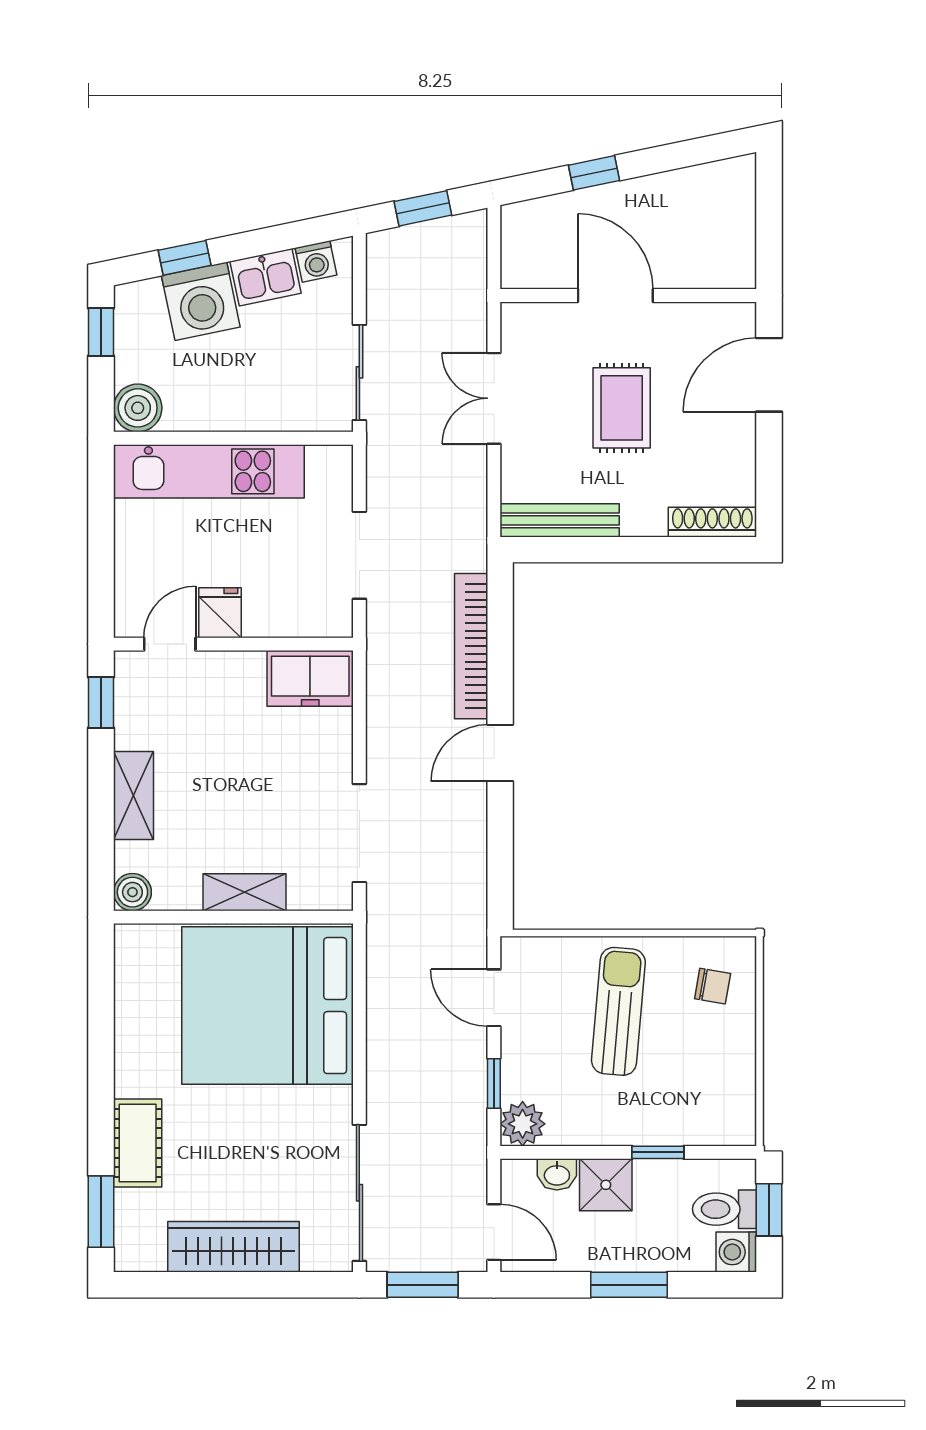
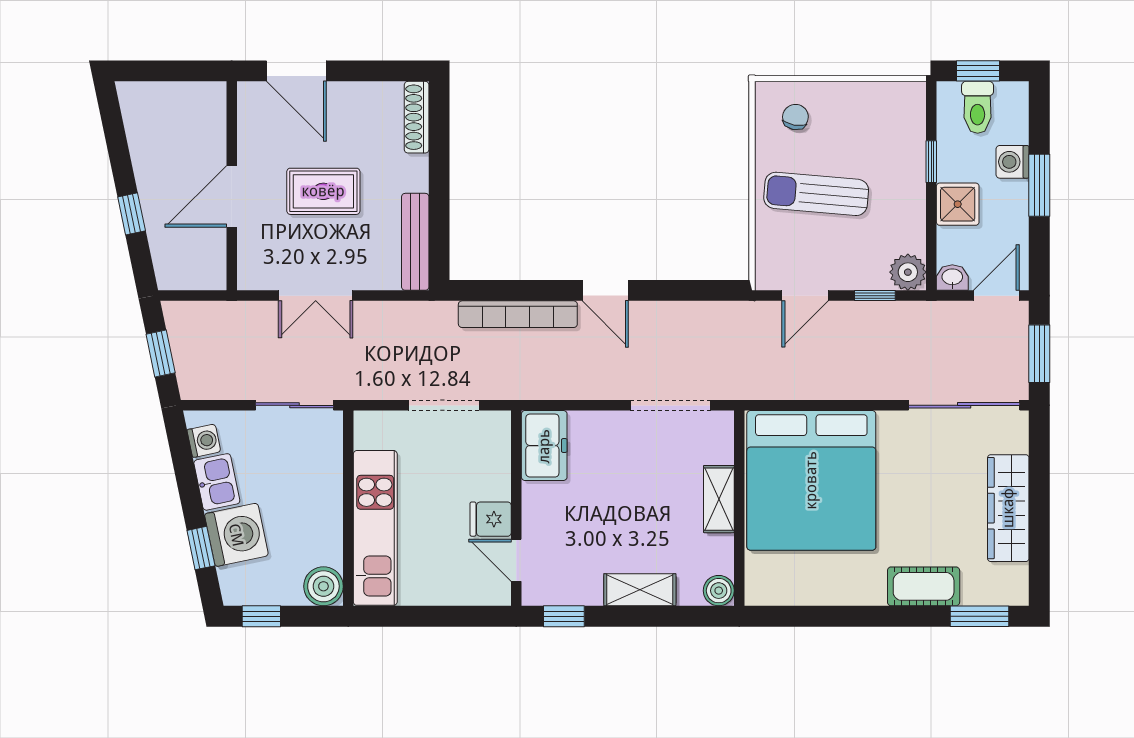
washbasin: (557, 1174) -> (952, 278), moved, turned -90
washing machine: (736, 1252) -> (1013, 162), moved, turned 90

